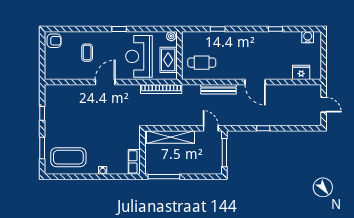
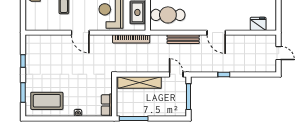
cafe table: (202, 63) -> (168, 15), width x1.37, depth x1.35
door: (105, 82) -> (80, 33), swing flipped

